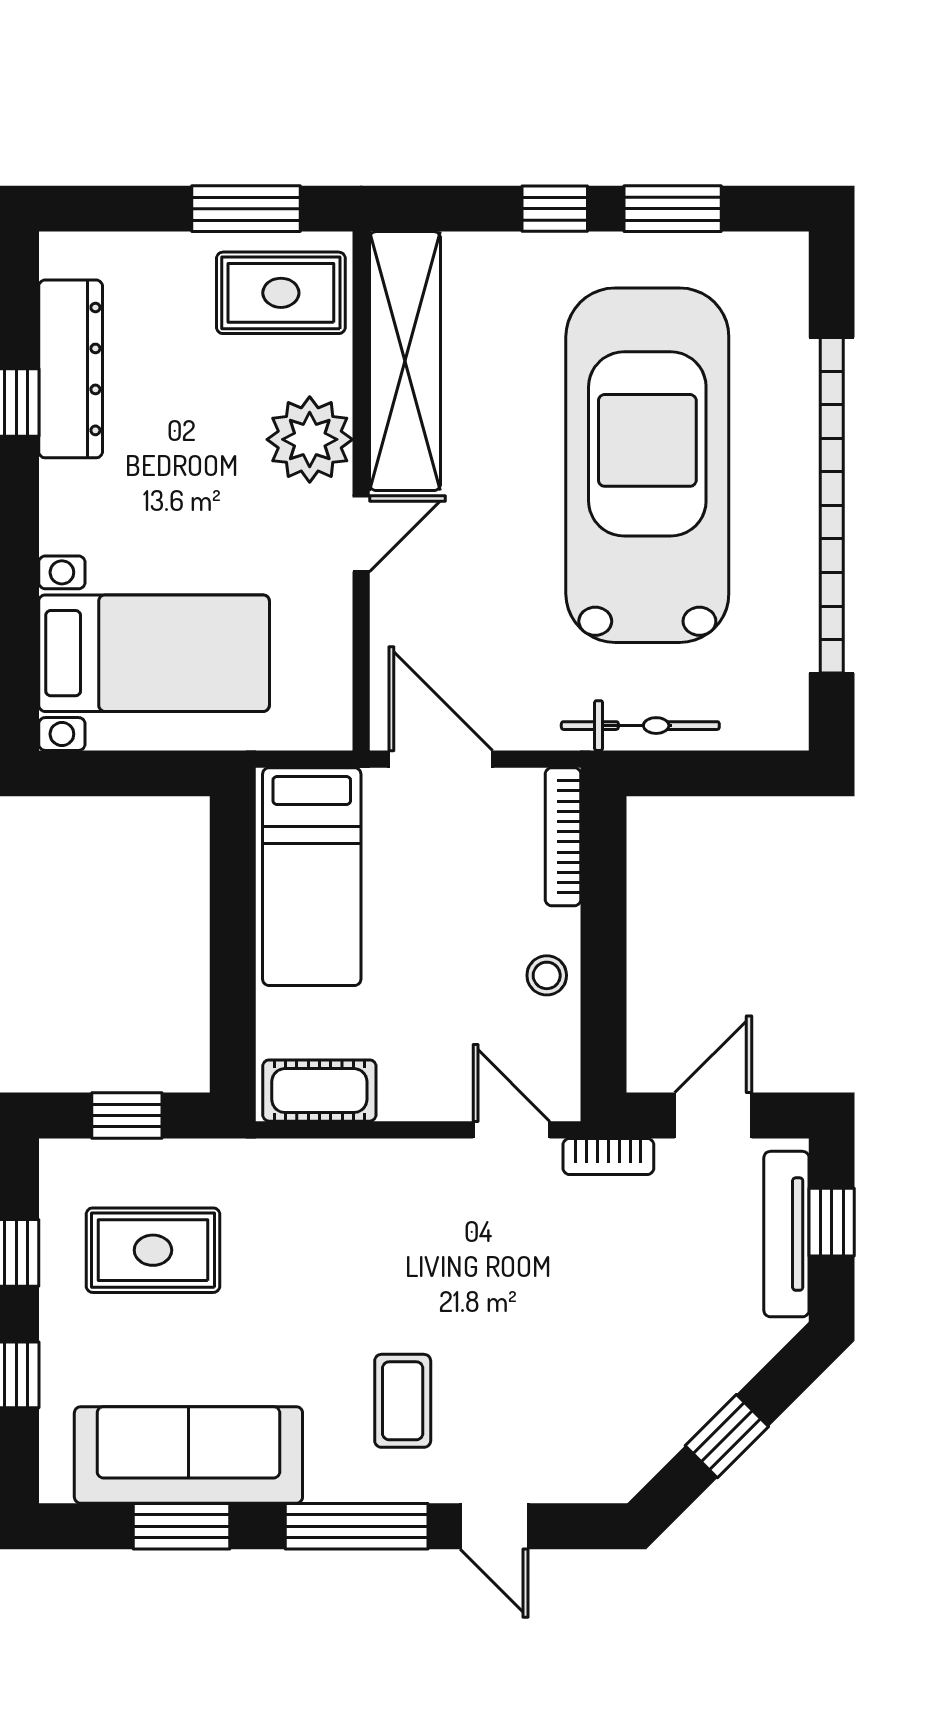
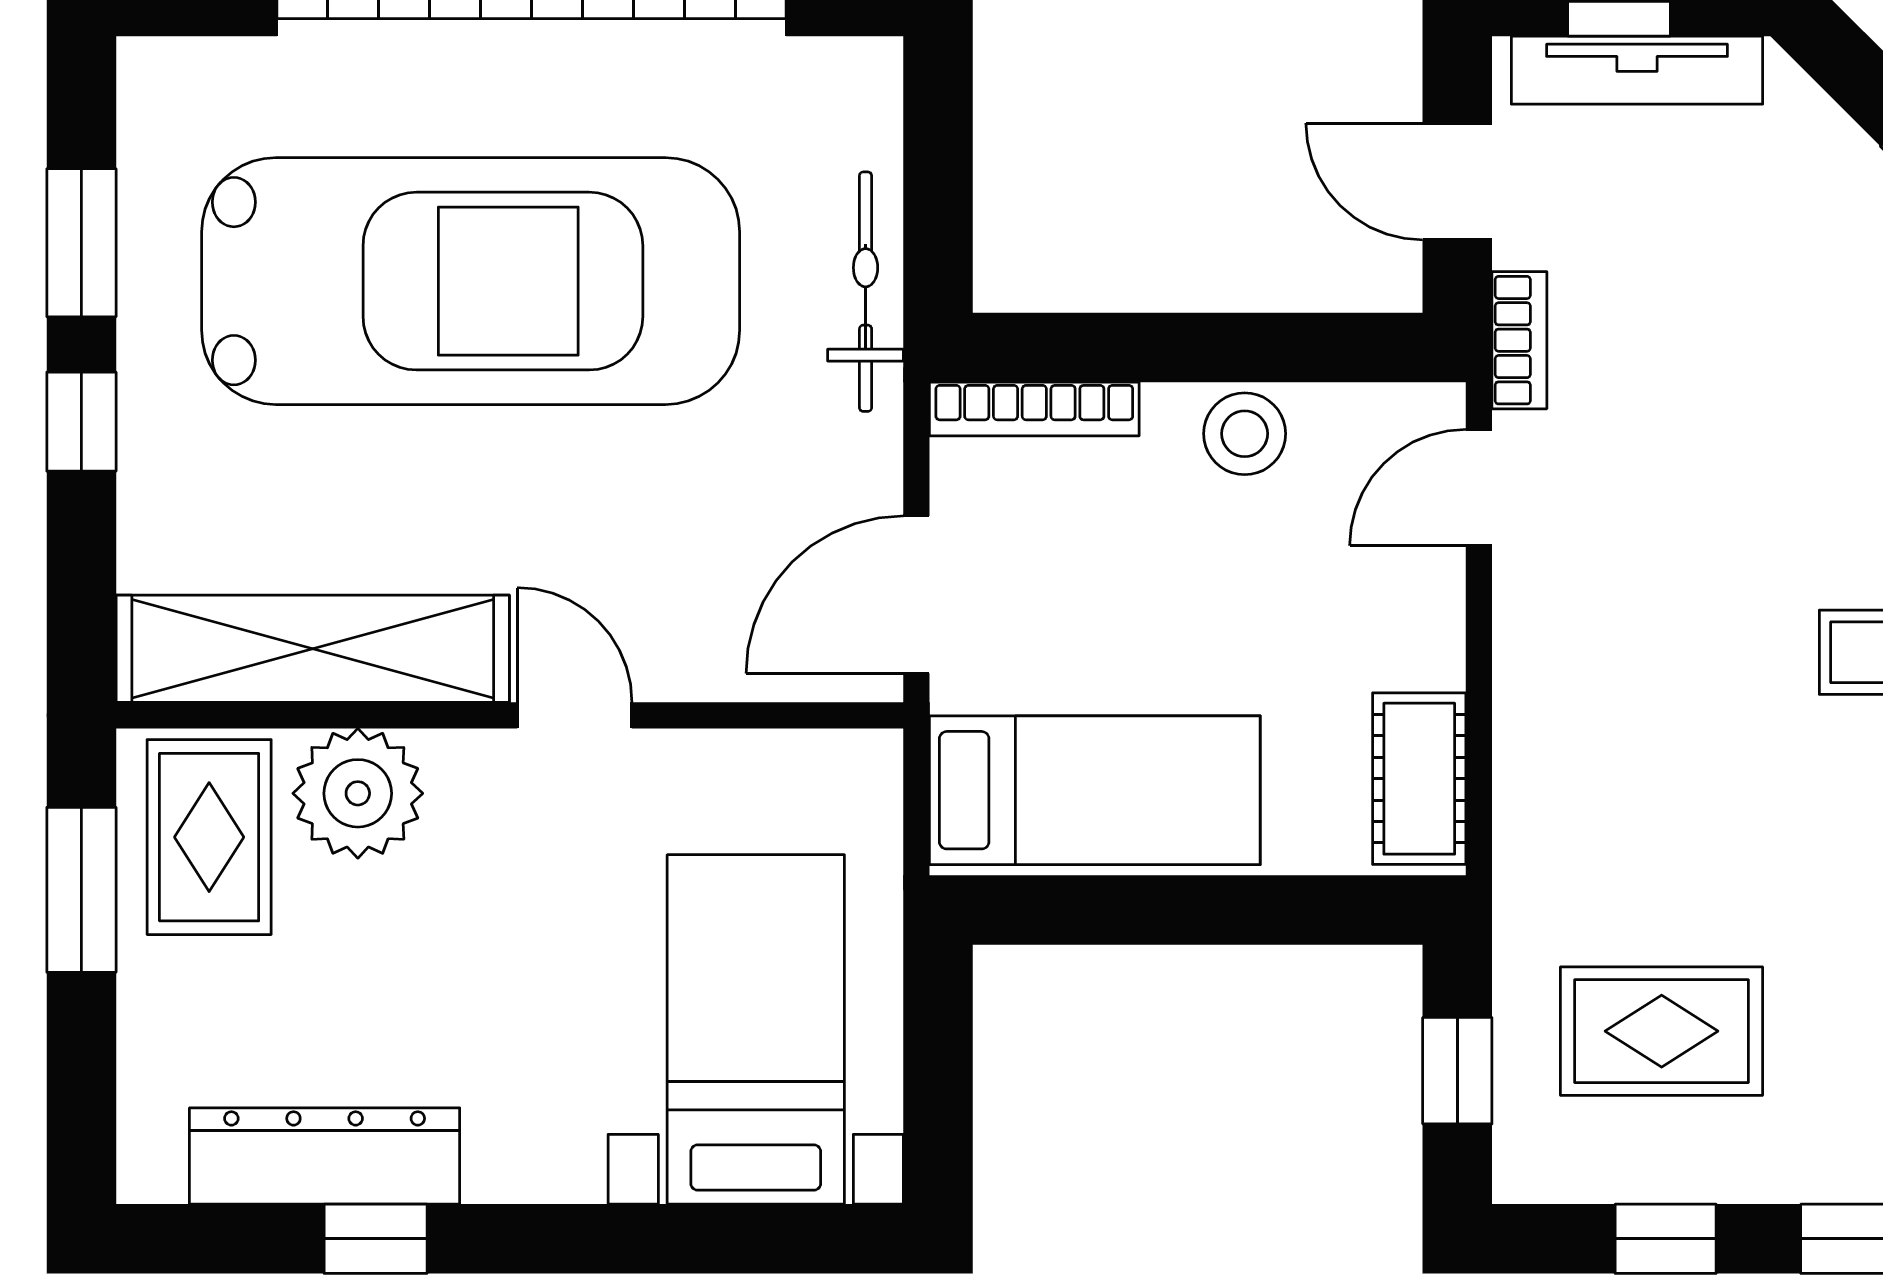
plant: (310, 439) -> (358, 793), moved
car: (647, 465) -> (471, 281), turned 180
stool: (547, 975) -> (1245, 434), width x1.37, depth x1.37
rug: (153, 1250) -> (1662, 1031), turned 90

